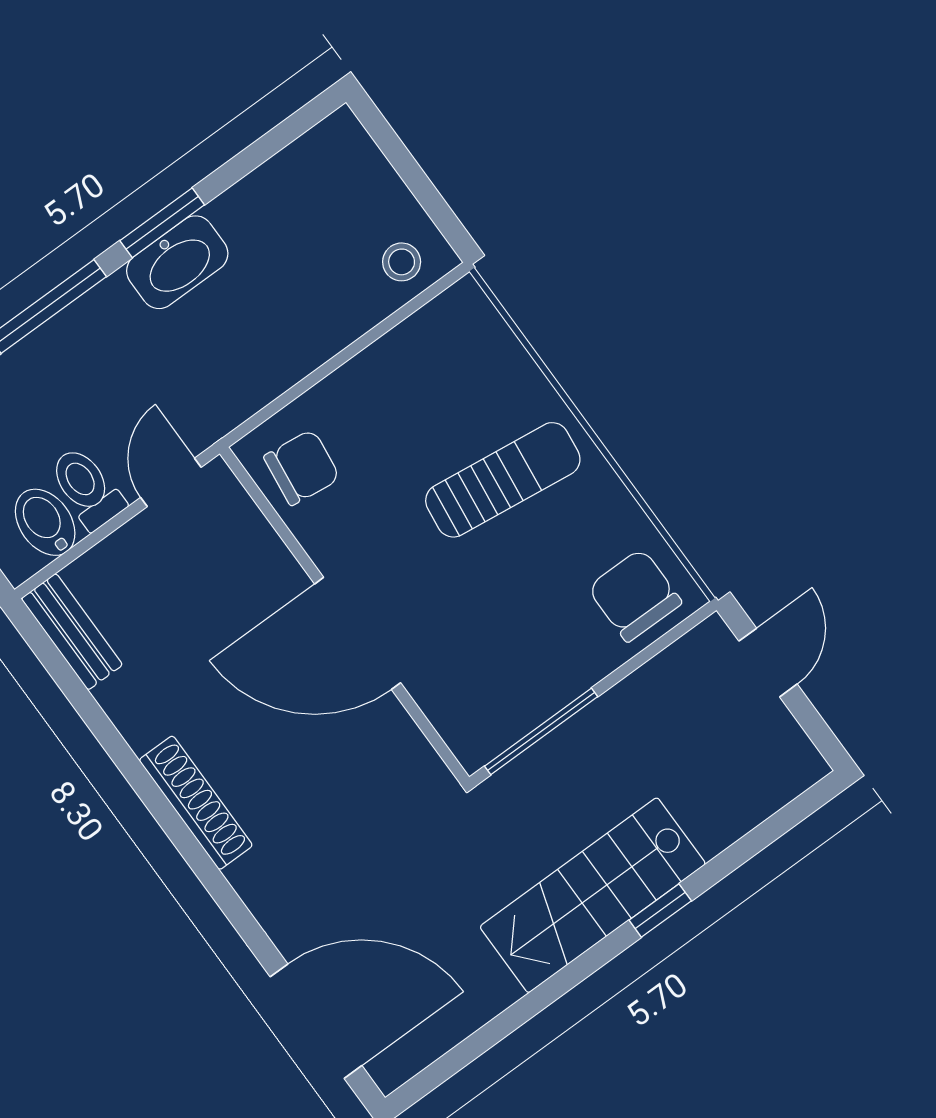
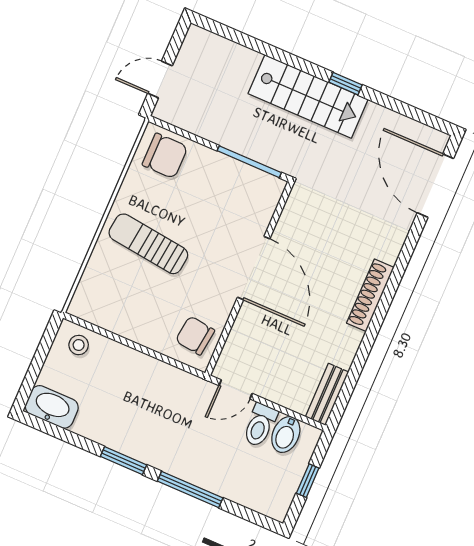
washbasin: (177, 262) -> (52, 407), moved
chair: (635, 595) -> (165, 156), turned -90
window: (660, 911) -> (346, 84), moved

